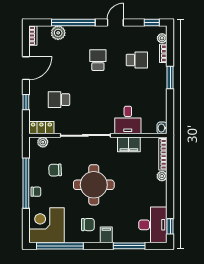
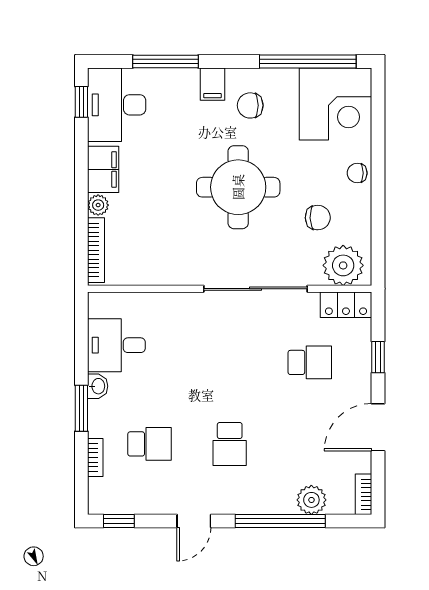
plant: (162, 38) -> (98, 489), removed
school desk: (137, 60) -> (150, 444), turned 180
desk: (128, 120) -> (116, 345), moved, turned -90
washbasin: (162, 128) -> (98, 386), moved
plant: (43, 142) -> (343, 265), width x1.88, depth x1.88
filing cabinet: (129, 144) -> (103, 169), moved, turned 90
window: (26, 183) -> (378, 191), removed

